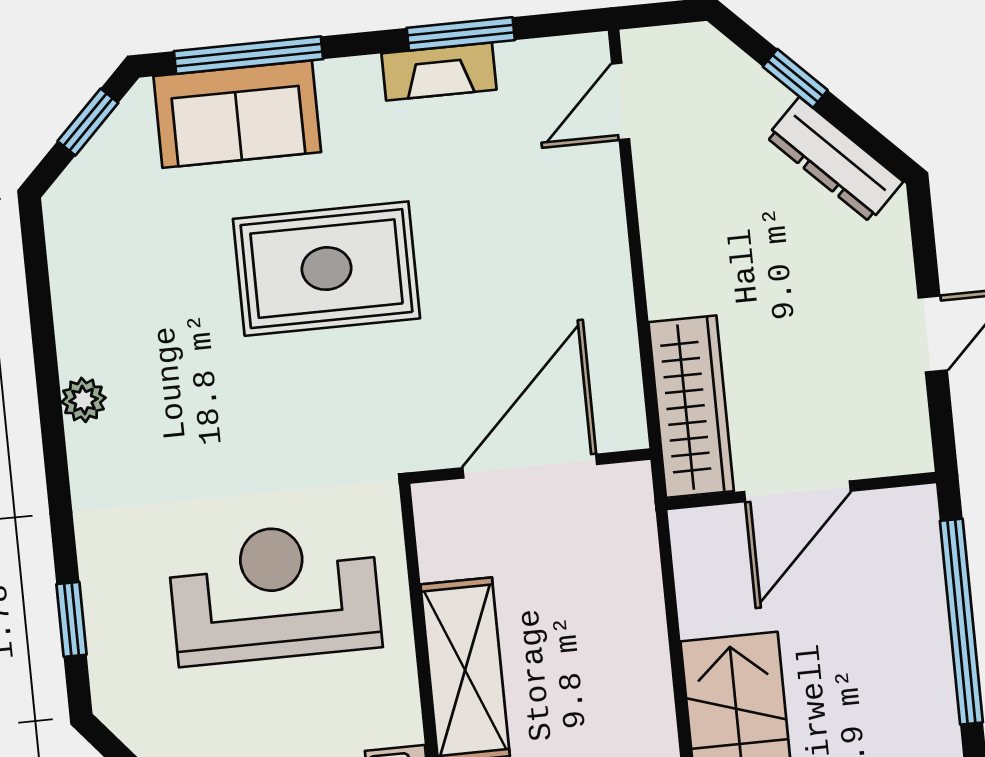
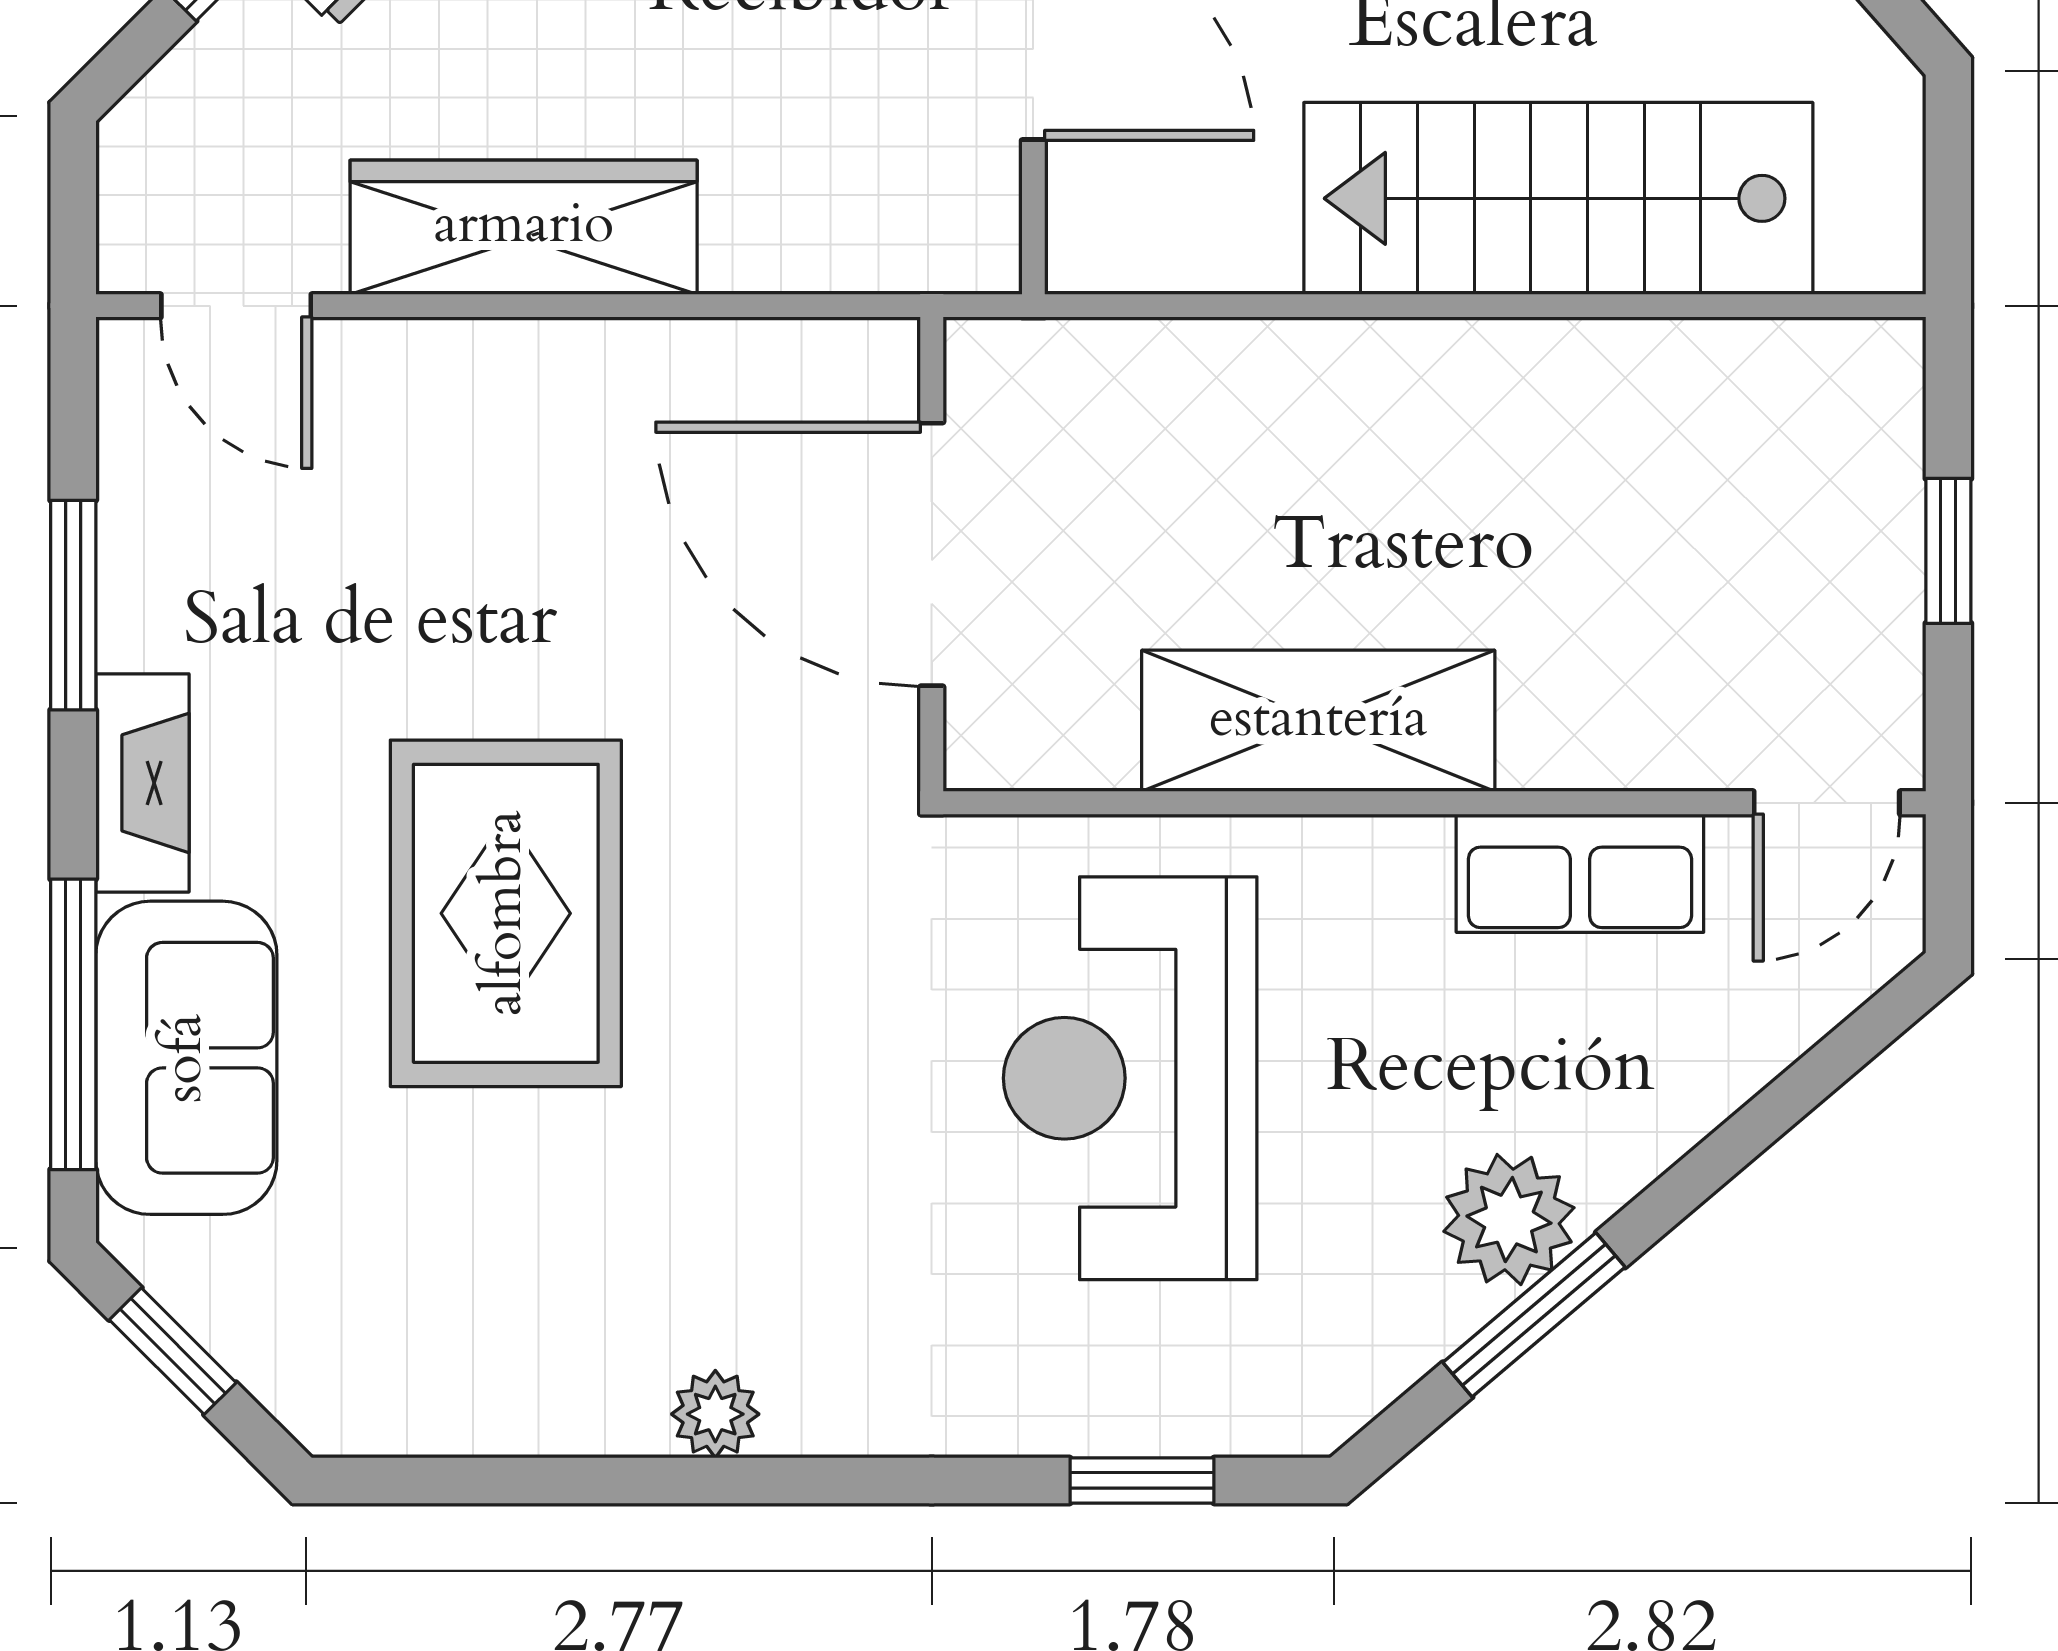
fireplace: (439, 71) -> (142, 783), moved
wardrobe: (691, 407) -> (524, 227), moved

